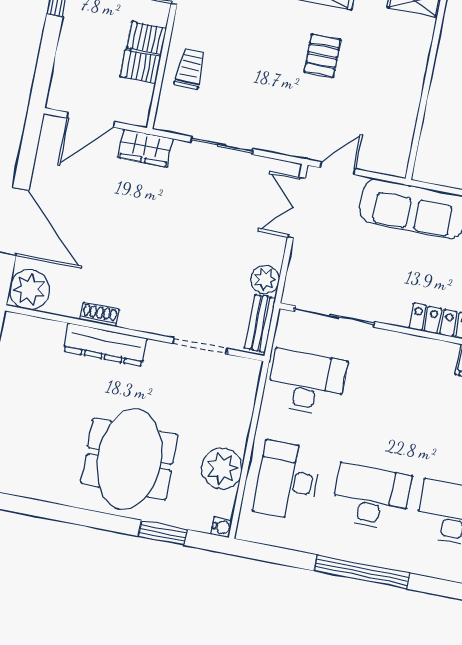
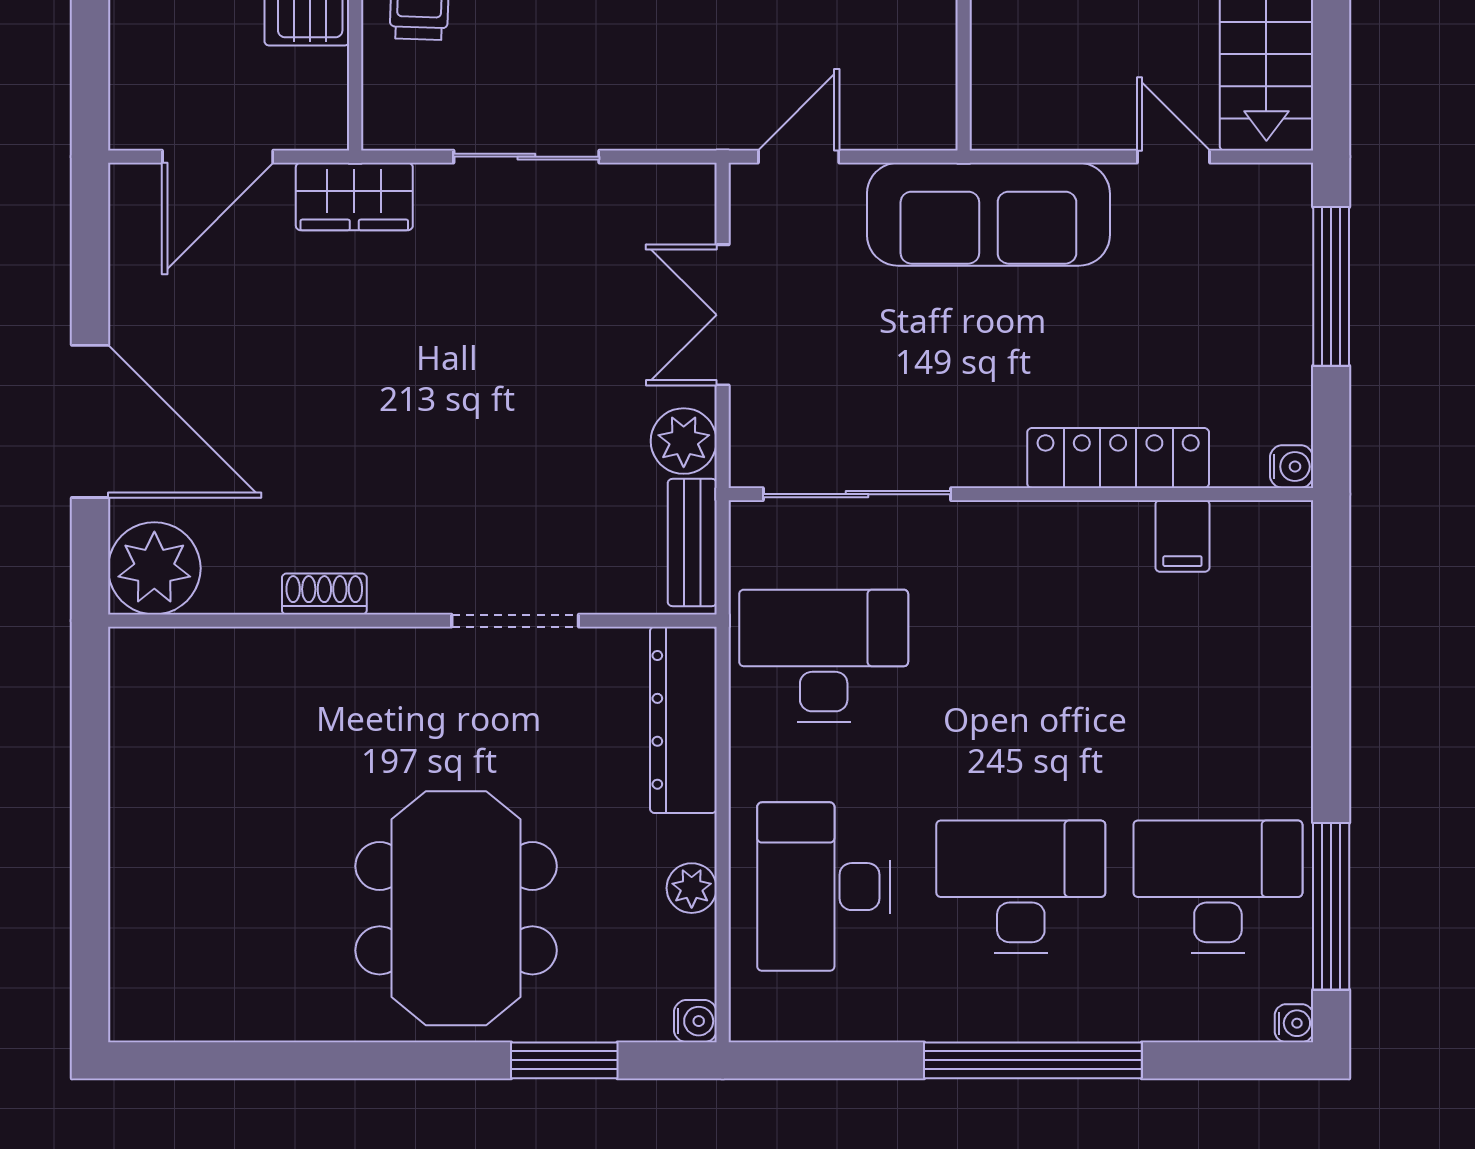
double door: (296, 208) -> (723, 315), moved
dresser: (105, 345) -> (683, 720), moved, turned 90
doorway: (200, 346) -> (515, 621), moved
plant: (222, 468) -> (692, 888), width x0.53, depth x0.53

